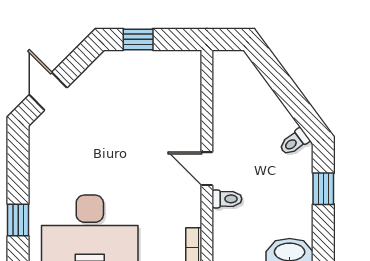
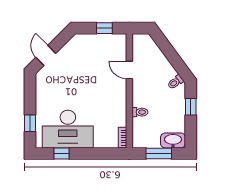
window: (138, 39) -> (104, 28), moved
door: (207, 169) -> (129, 70), moved

